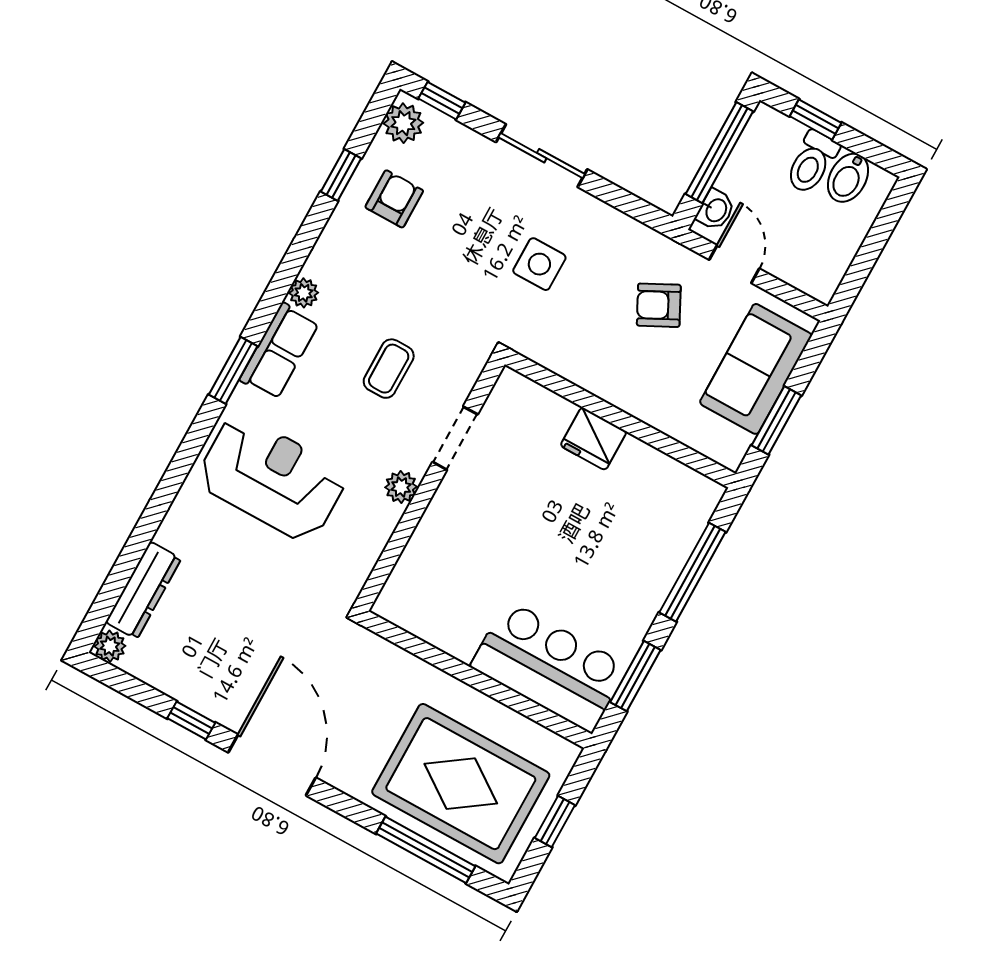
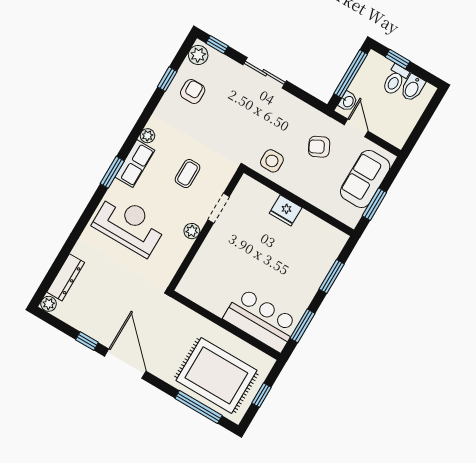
side table: (539, 264) -> (272, 161), moved
window: (693, 572) -> (332, 276), width x0.69

